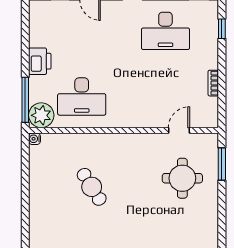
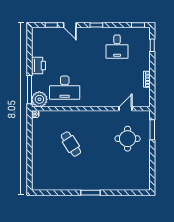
desk: (165, 31) -> (117, 47), width x0.73

